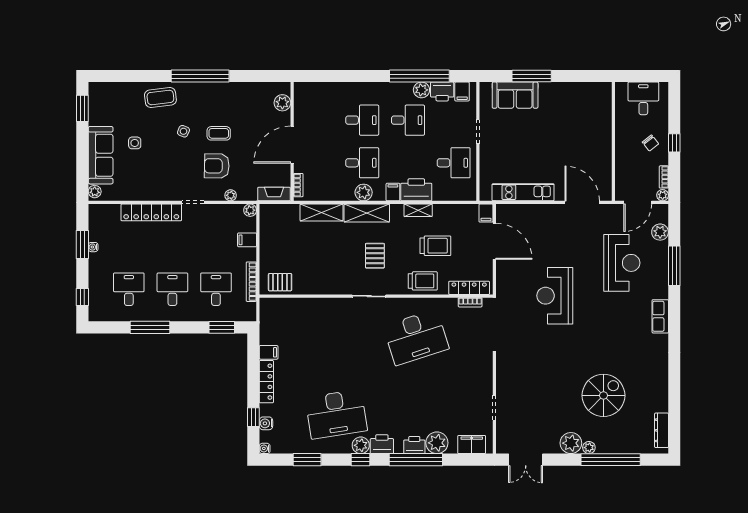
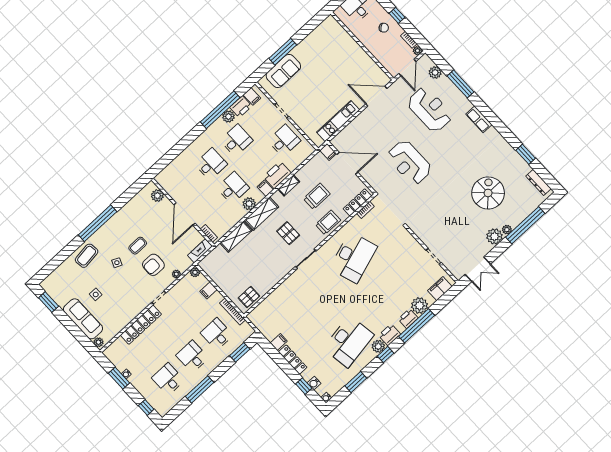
window: (674, 392) -> (526, 154), added

